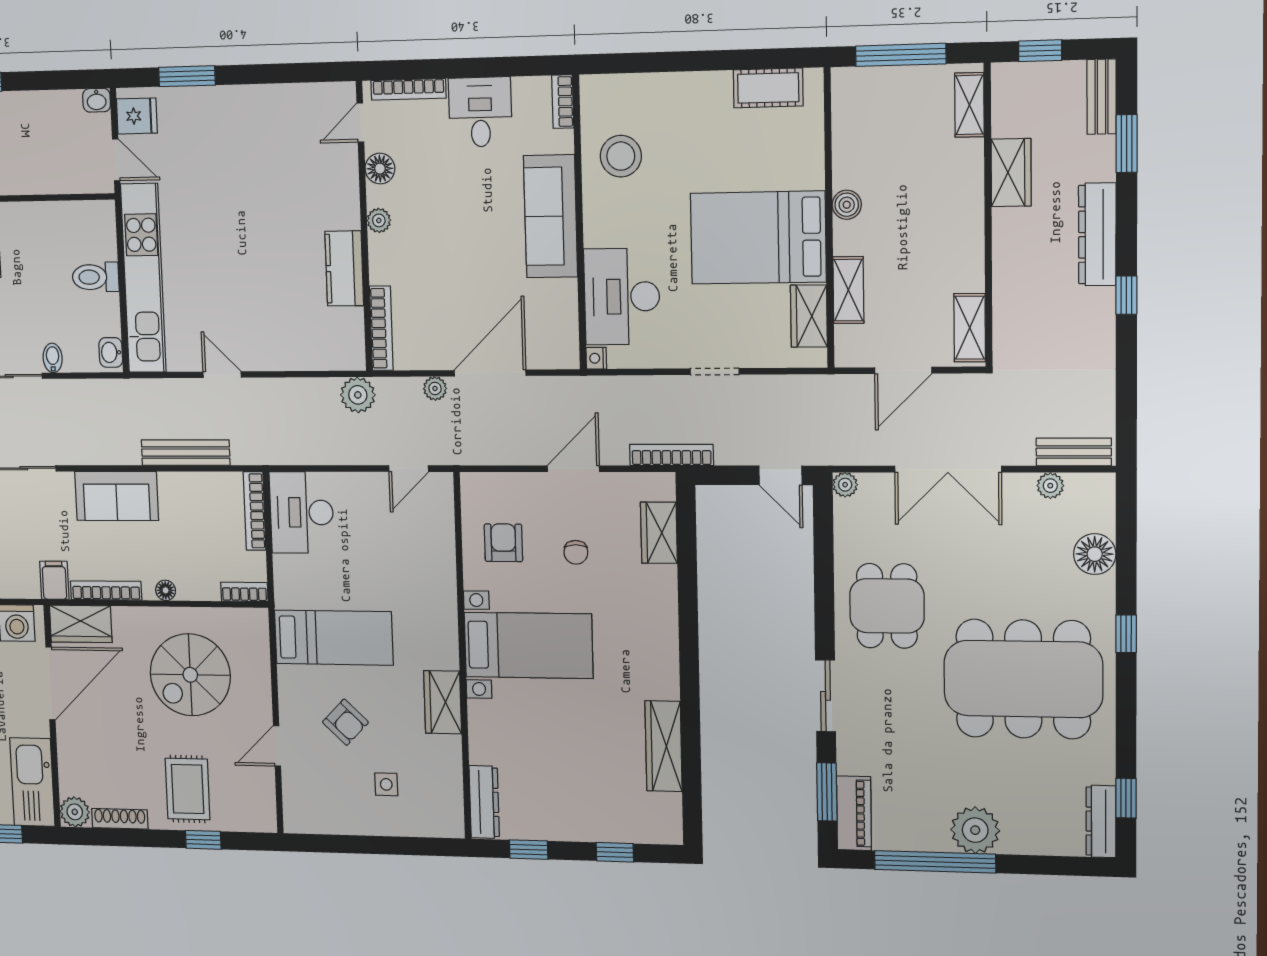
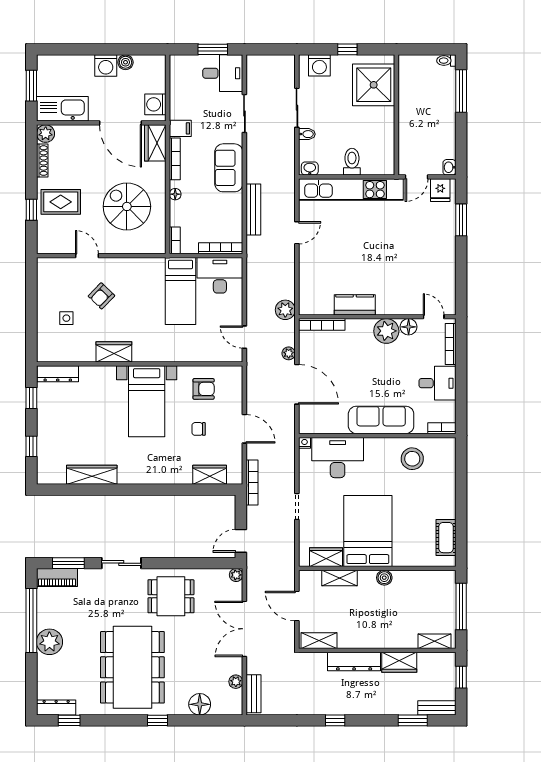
plant: (379, 220) -> (386, 331), width x1.88, depth x1.88
dresser: (1097, 234) -> (354, 662), moved, turned 180
bed: (334, 638) -> (181, 291), moved

